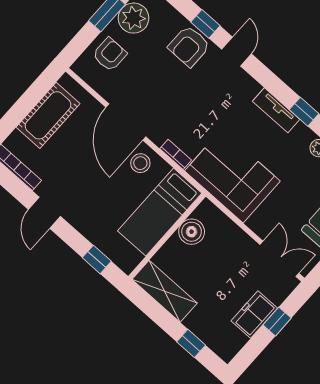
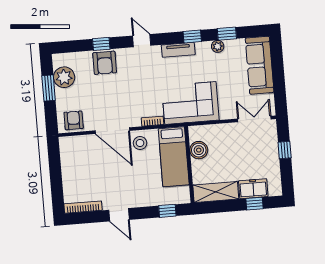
door: (237, 52) -> (142, 41), moved
armchair: (110, 54) -> (74, 120), moved
cot: (48, 115) -> (72, 166), removed
freezer: (254, 315) -> (253, 189), moved, turned 90

